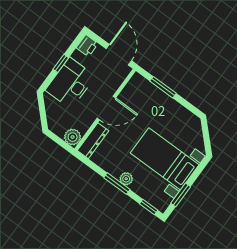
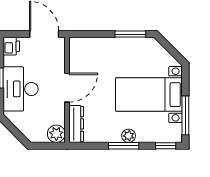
window: (163, 87) -> (130, 34), moved
window: (181, 195) -> (185, 115), width x1.44

